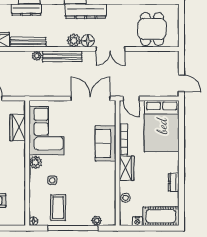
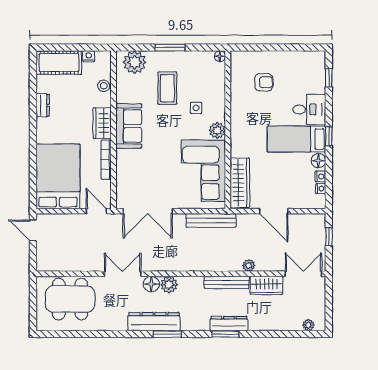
dining table: (152, 29) -> (70, 299), width x1.38
plant: (37, 56) -> (249, 265), moved
bench: (62, 56) -> (211, 220), moved
wardrobe: (18, 128) -> (240, 183), width x1.50
sofa: (106, 143) -> (129, 126), moved
coffee table: (58, 208) -> (167, 88), moved
plant: (97, 221) -> (135, 62), width x1.88, depth x1.88
window: (73, 228) -> (170, 48), width x0.47

